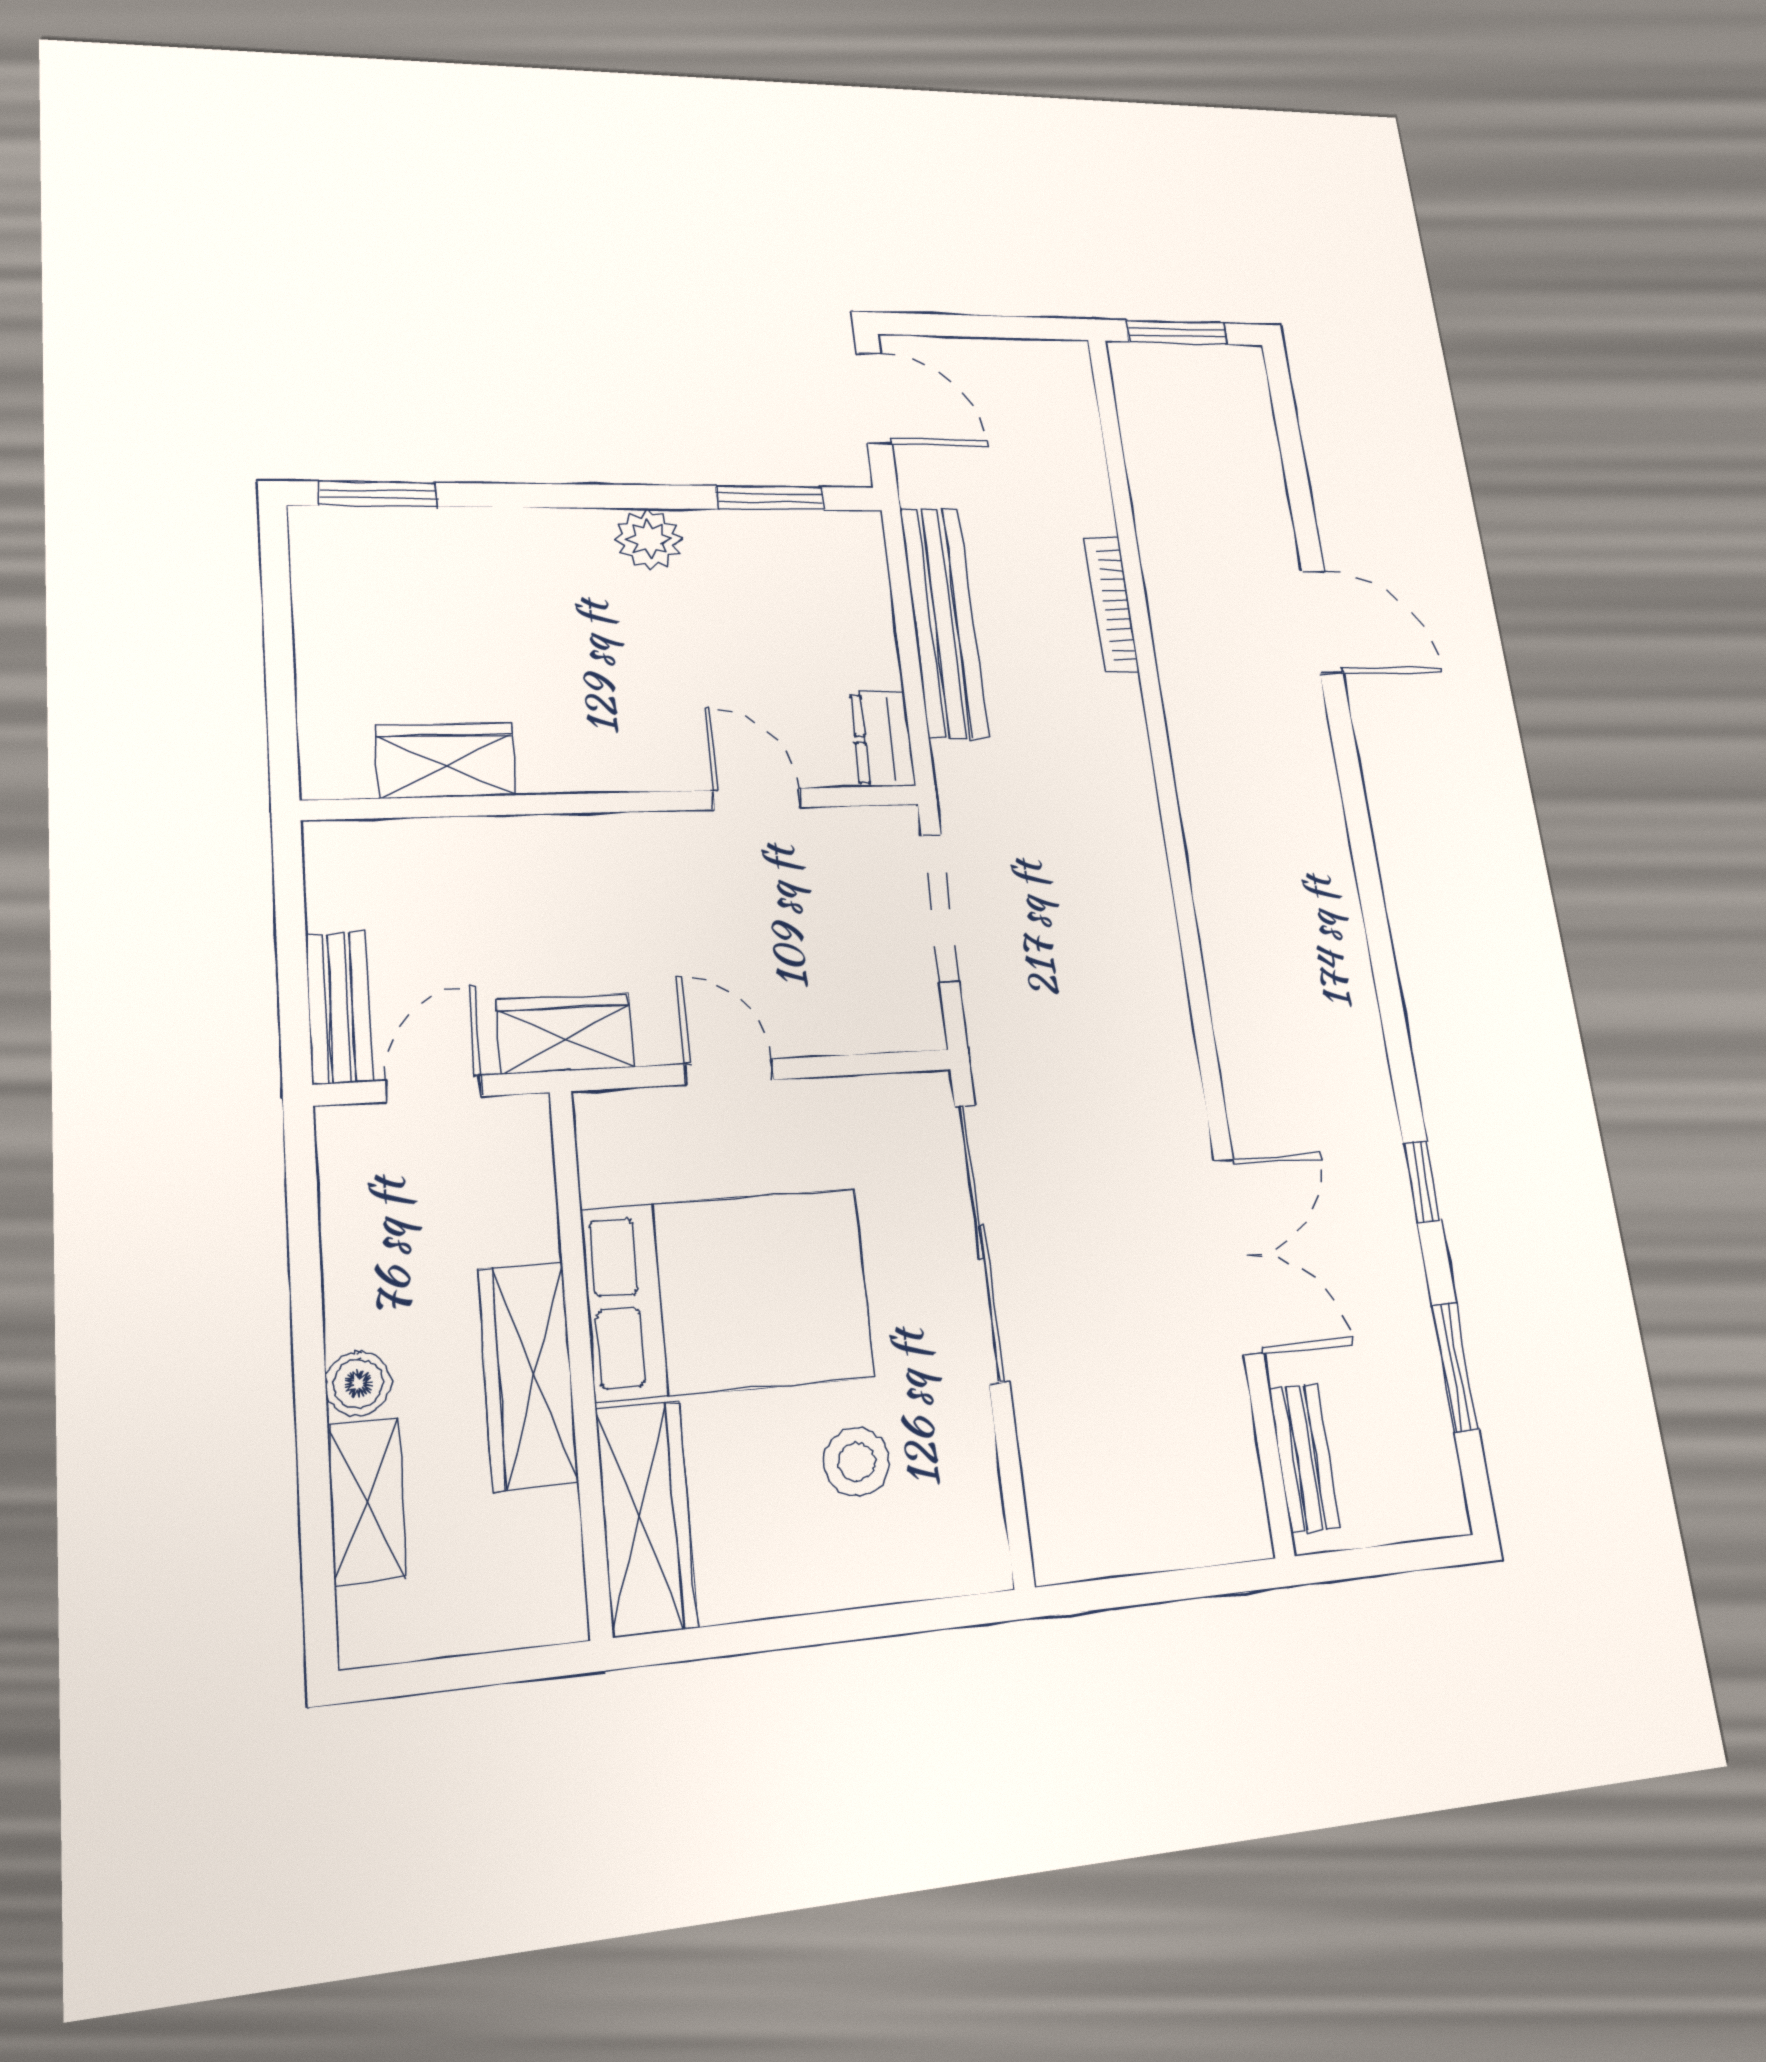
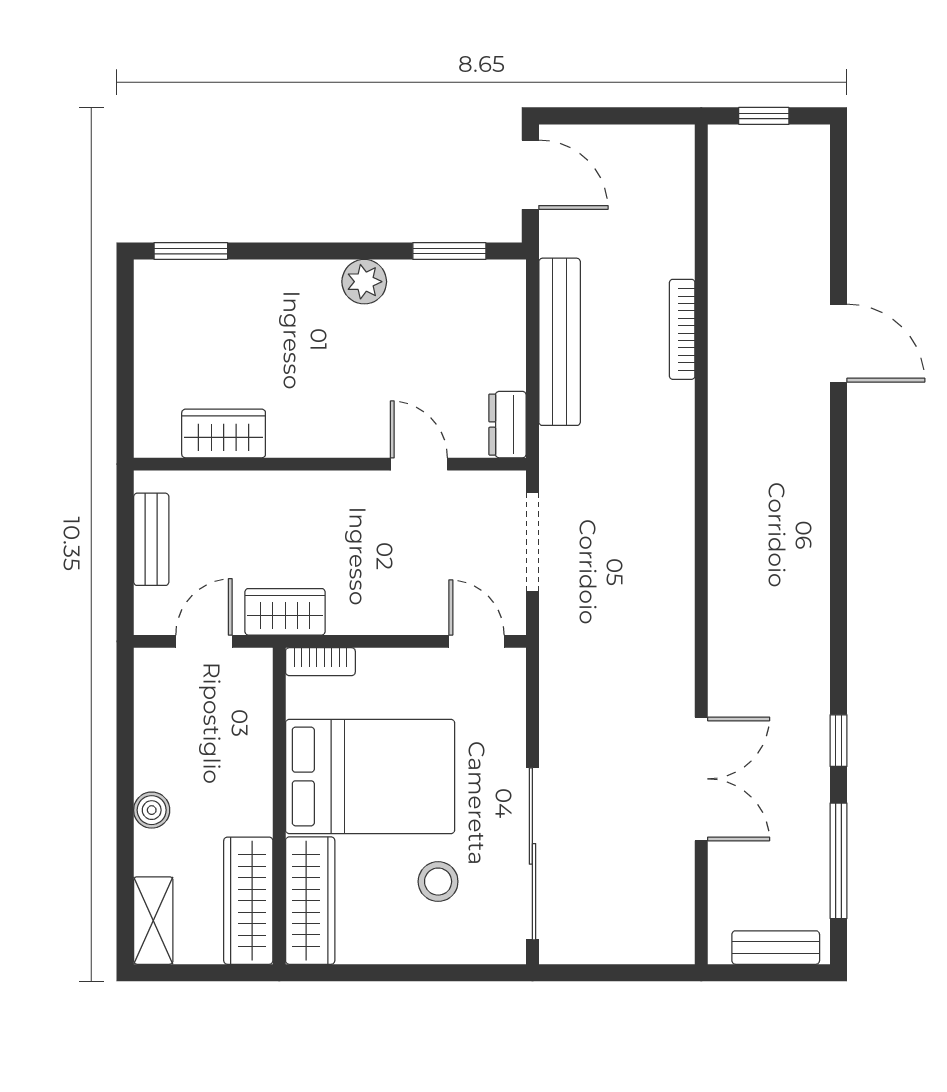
window: (1176, 332) -> (764, 116), width x0.67
bench: (339, 1007) -> (151, 539), moved
door: (729, 1072) -> (477, 641), moved
bookcase: (630, 1110) -> (320, 662), added
sliding door: (982, 1242) -> (532, 854), moved
window: (1455, 1367) -> (838, 861), width x1.44
wardrobe: (528, 1375) -> (248, 901), moved
bench: (1304, 1458) -> (776, 948), moved, turned 90
shelving: (367, 1501) -> (153, 921), moved

